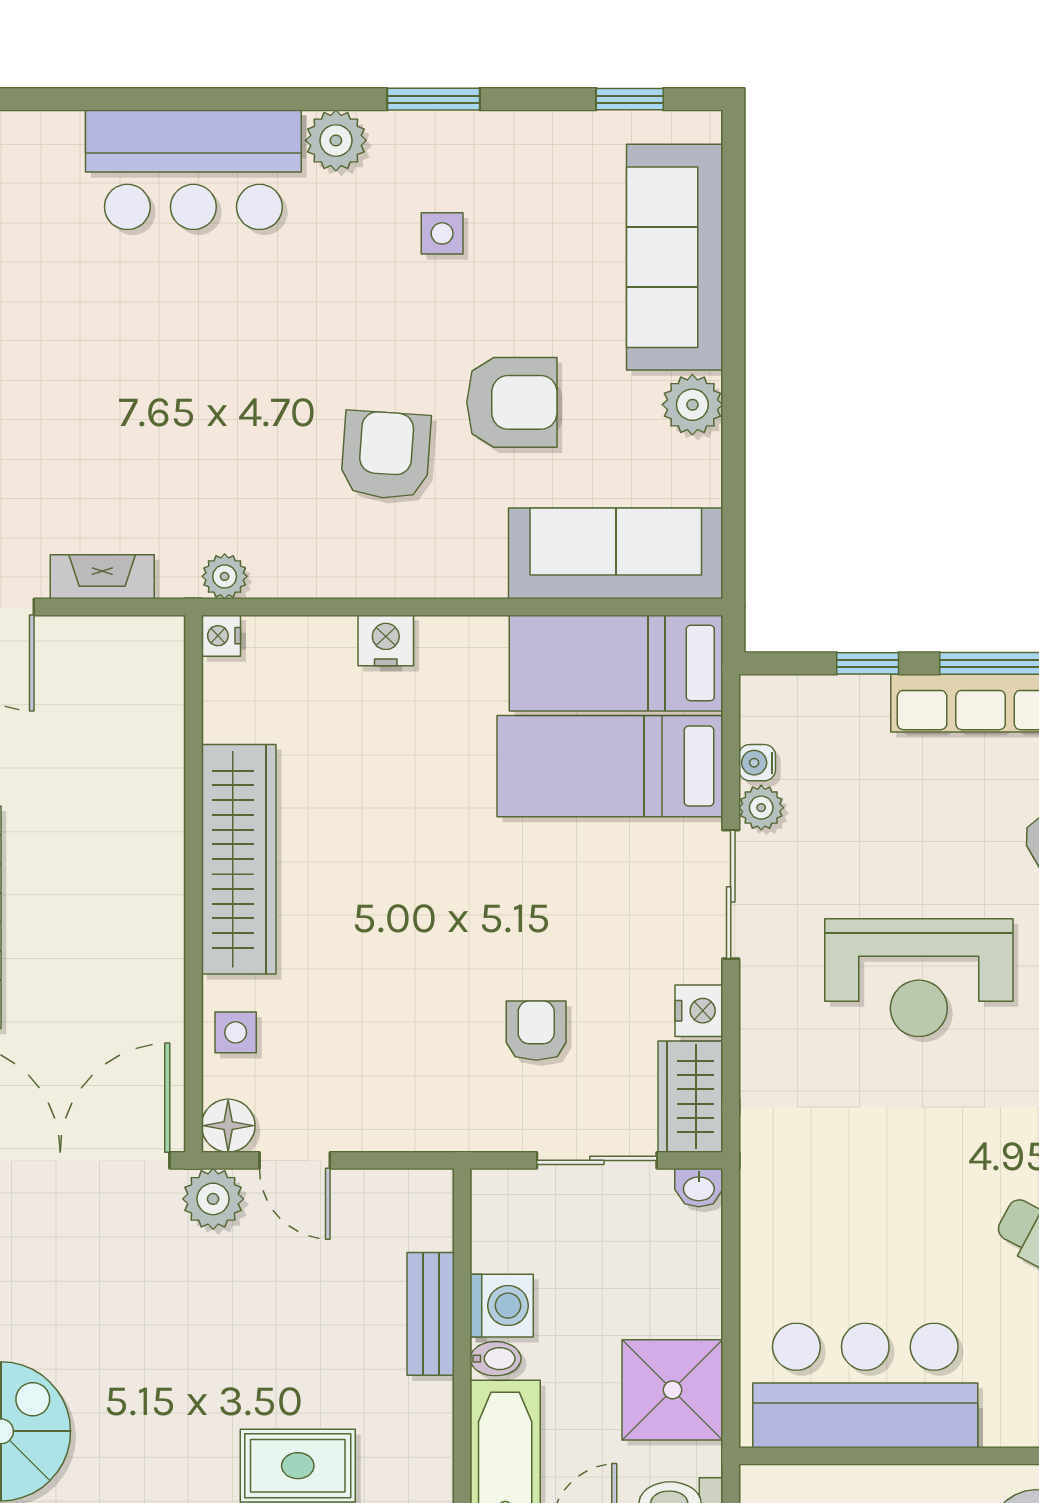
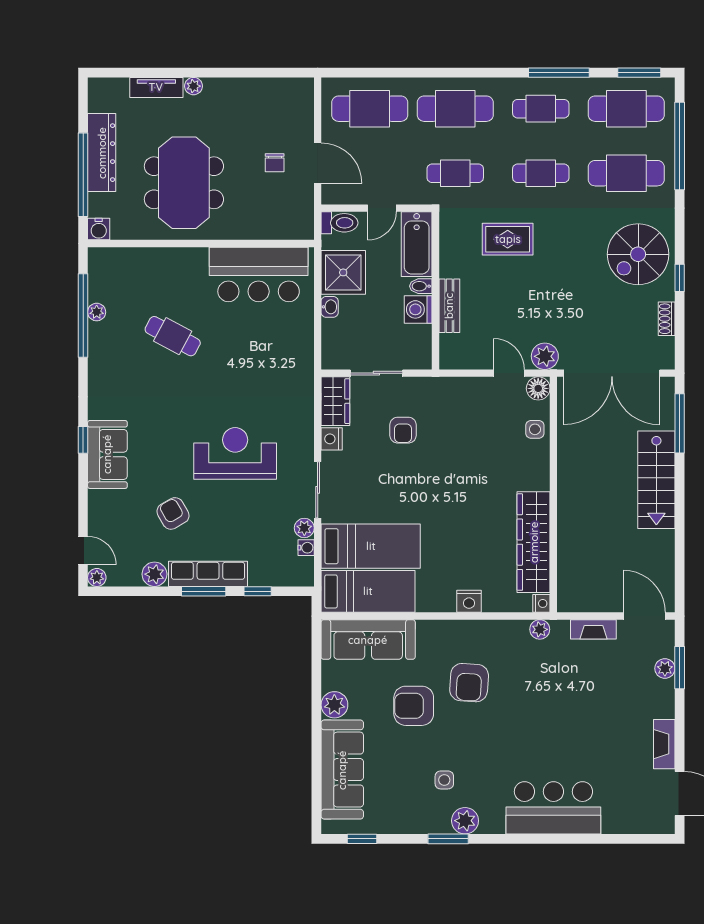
plant: (336, 140) -> (465, 821), moved
wardrobe: (239, 859) -> (534, 542), moved
washbasin: (699, 1188) -> (330, 307), moved, turned 90

